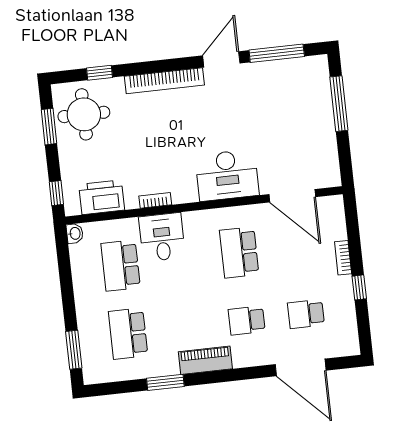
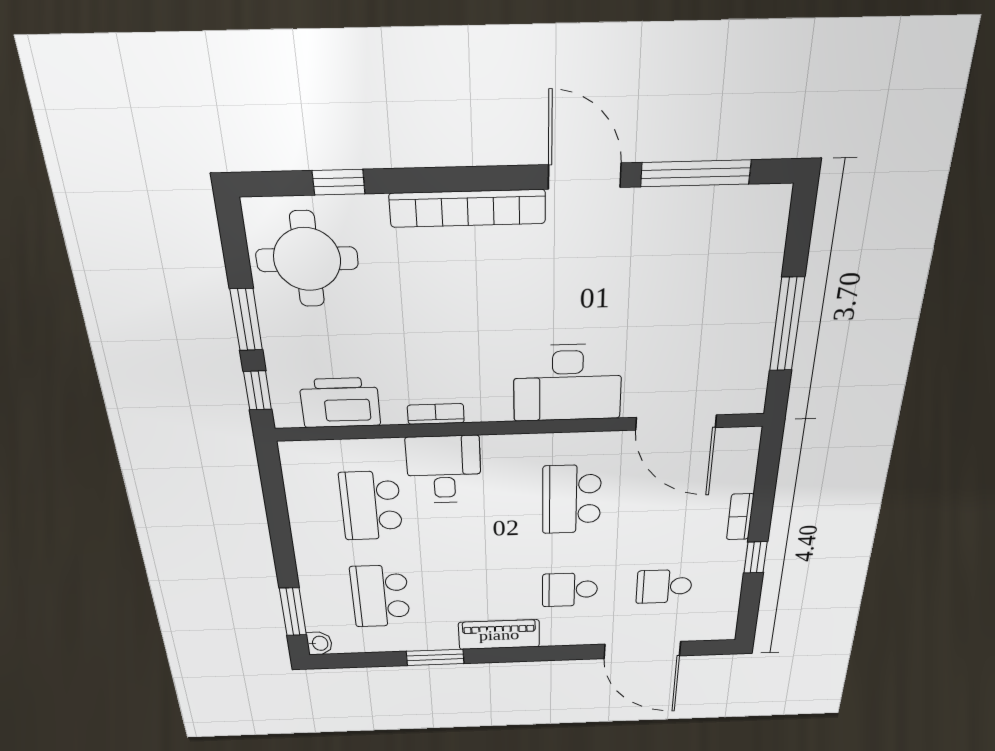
door: (221, 59) -> (585, 176), hinge flipped
window: (339, 104) -> (787, 325), moved
window: (49, 127) -> (246, 320), moved
washbasin: (75, 233) -> (319, 643), moved

